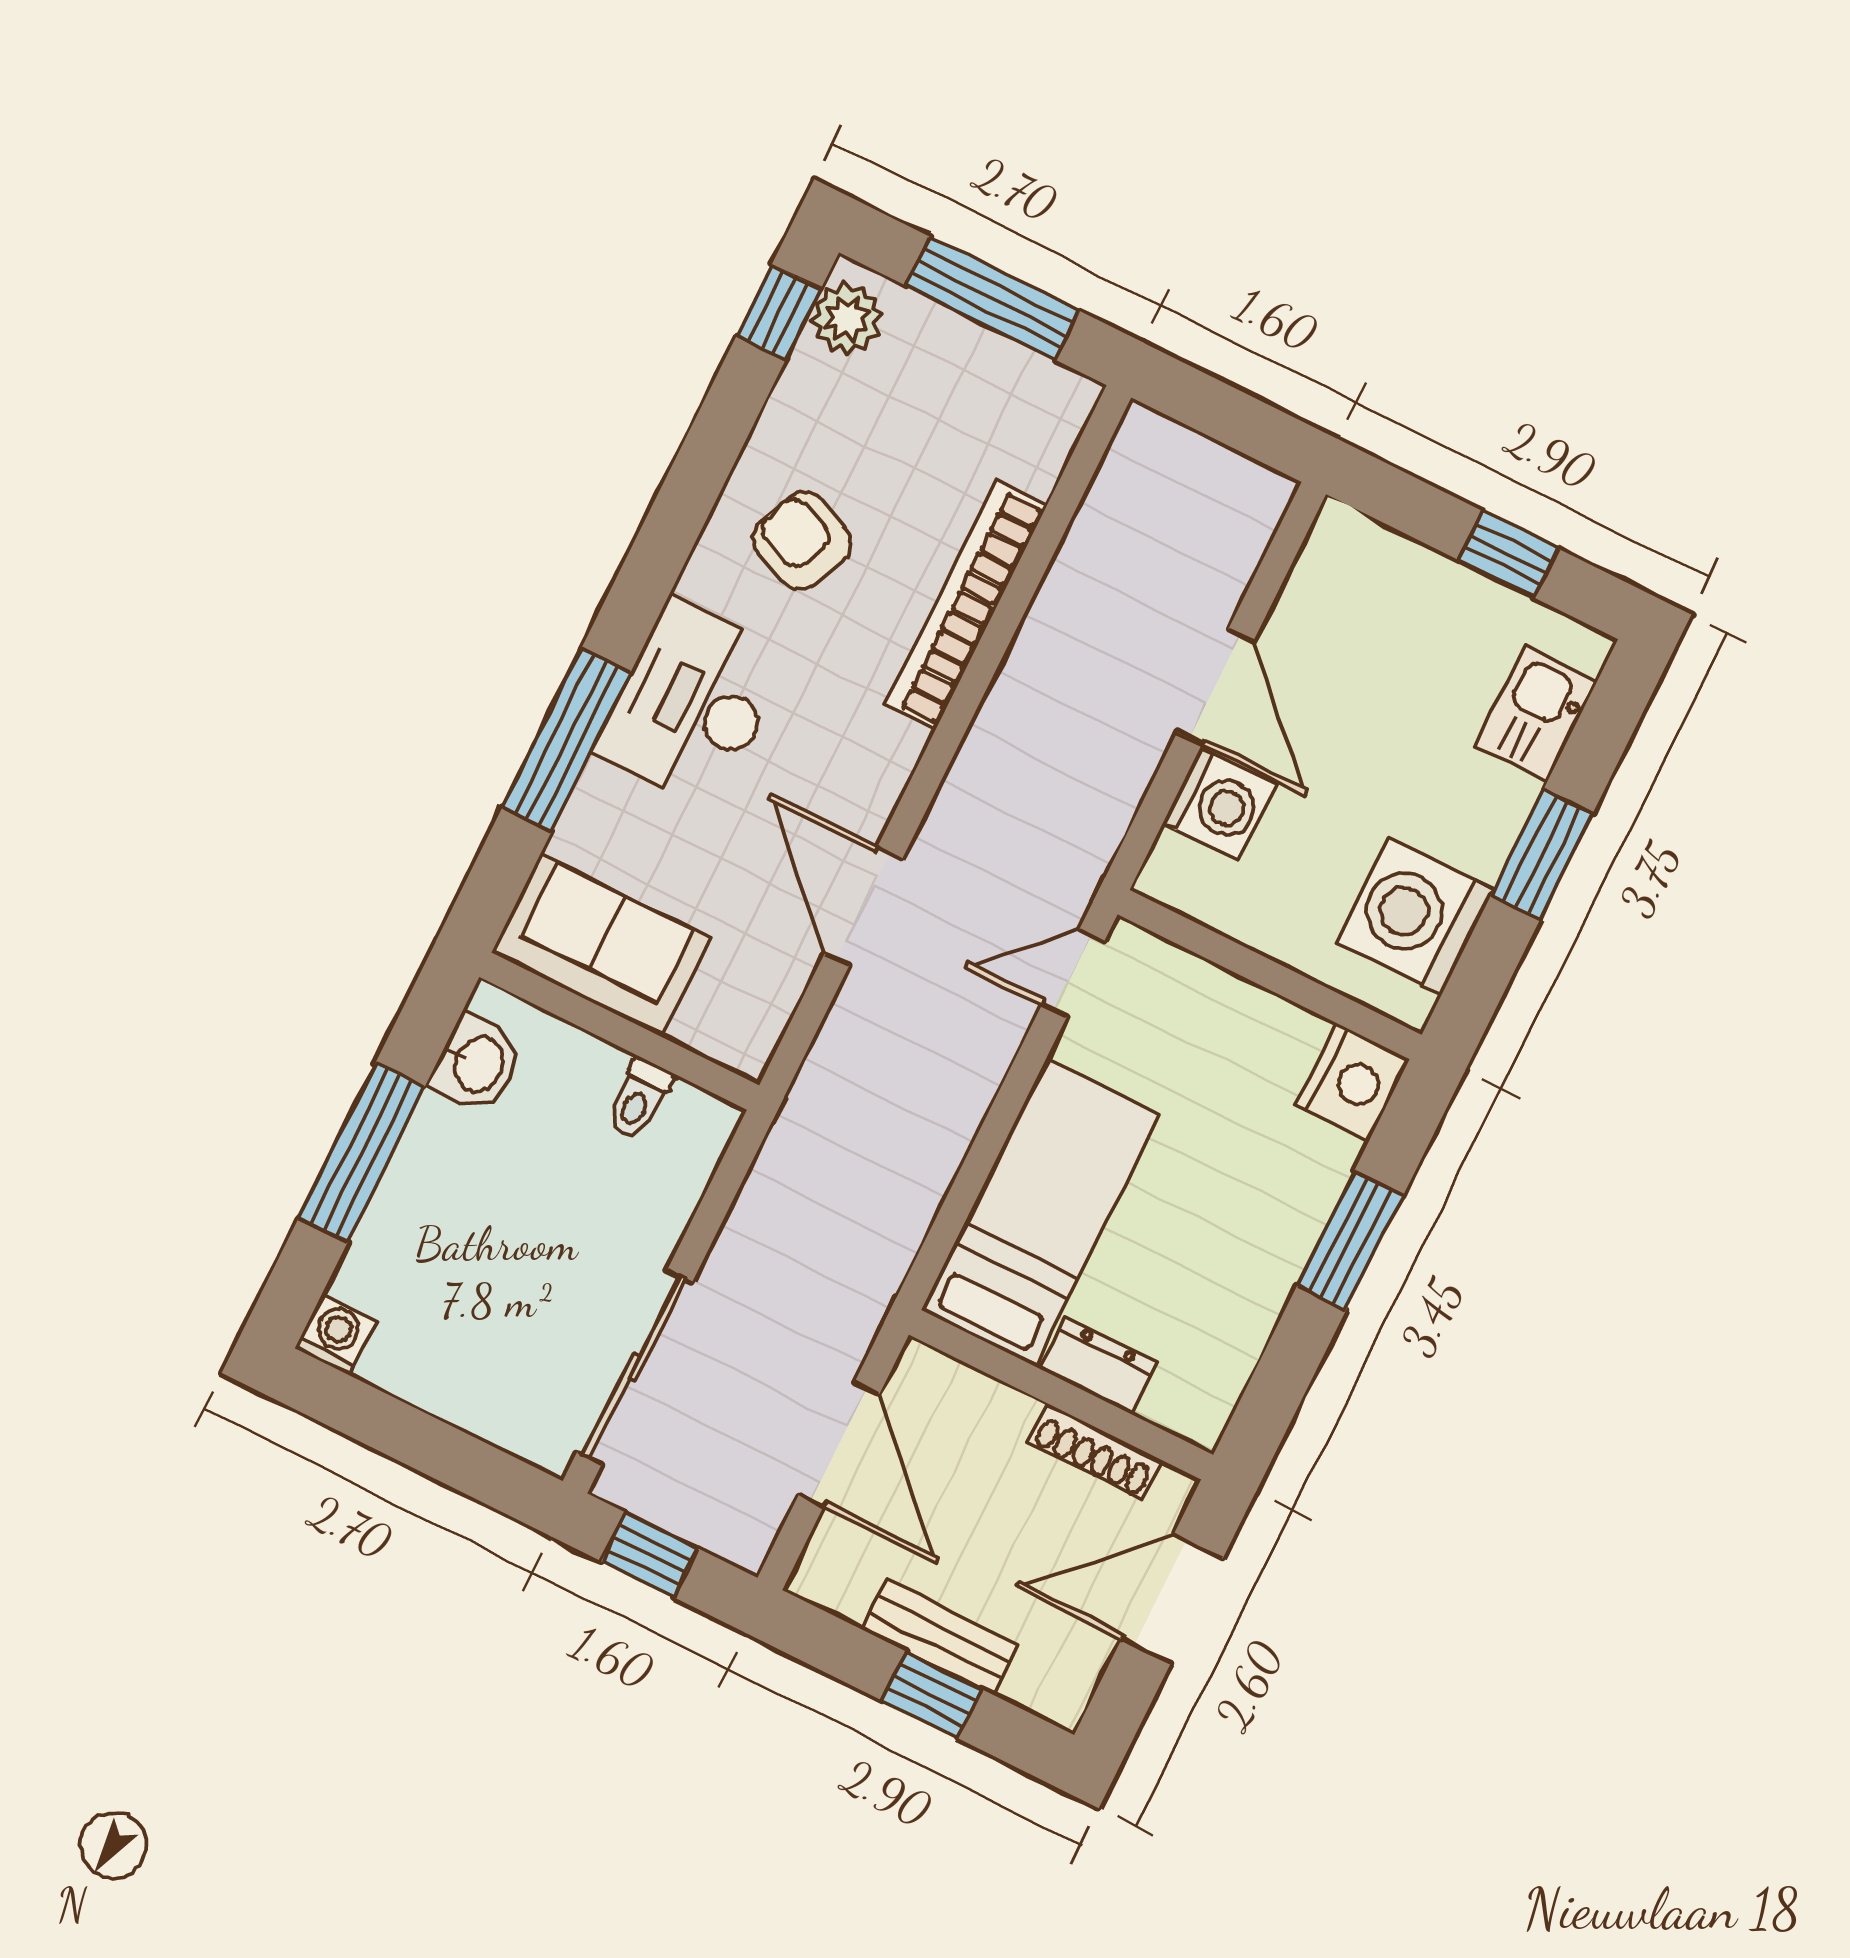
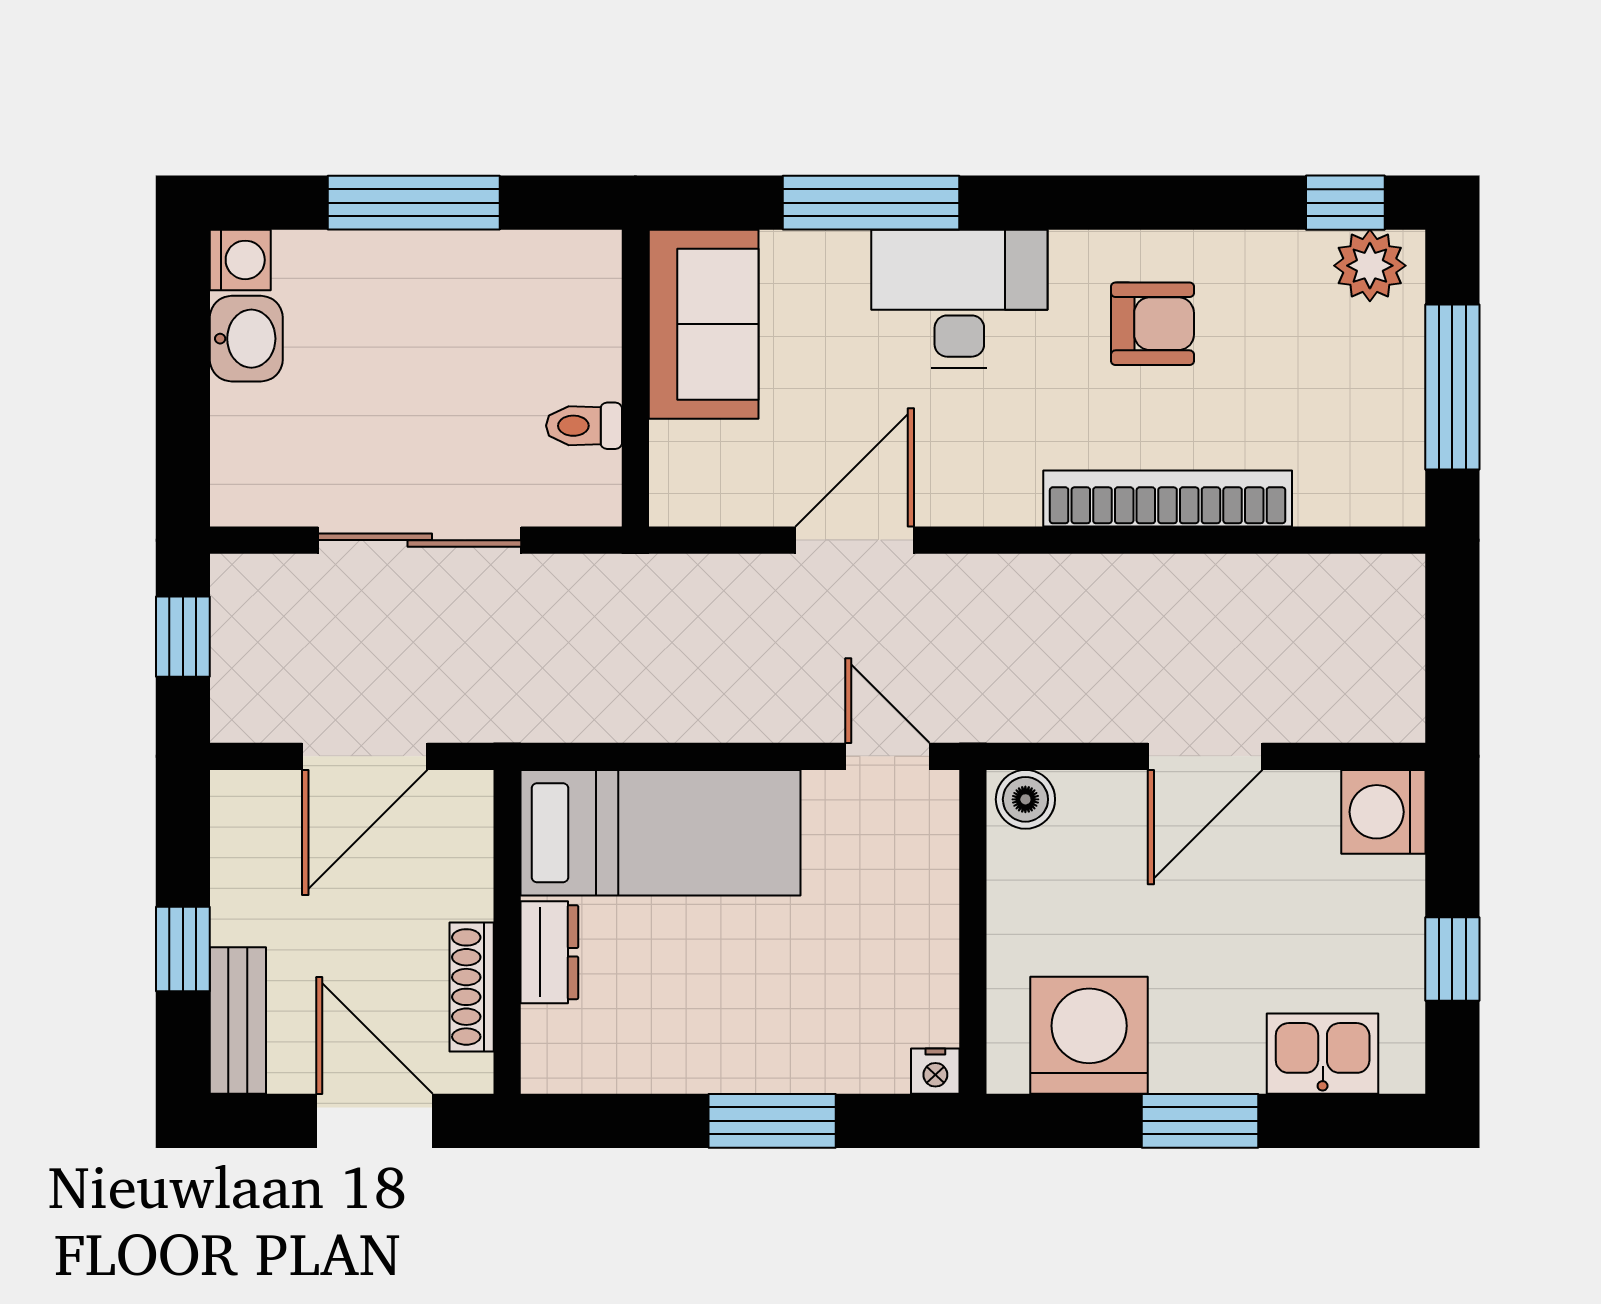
armchair: (802, 541) -> (1153, 324), turned 67
washing machine: (1219, 804) -> (1383, 812), moved, turned 90
boiler: (1174, 868) -> (1025, 799), added
washbasin: (477, 1064) -> (246, 339), moved, turned -90
nightstand: (1352, 1082) -> (935, 1071), width x0.53, depth x0.56
sliding door: (635, 1367) -> (420, 540), moved
bench: (940, 1637) -> (238, 1021), moved

